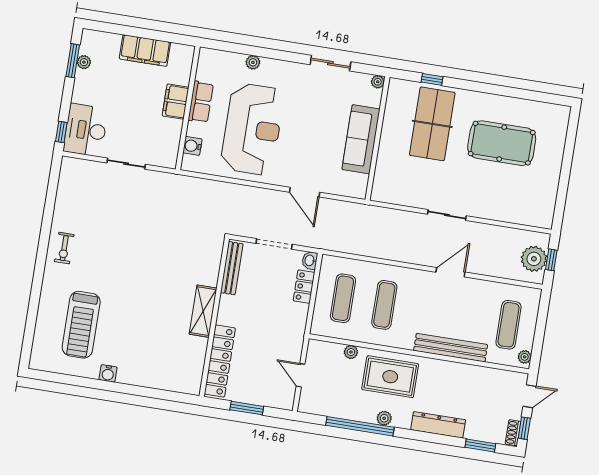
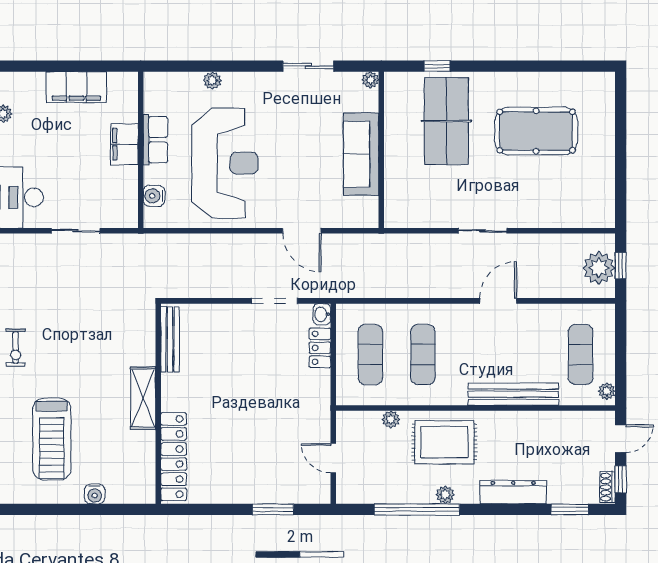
bench: (232, 268) -> (170, 339), moved
shelving: (203, 311) -> (143, 398), moved
wall: (214, 317) -> (158, 404), moved
locker: (220, 361) -> (174, 457), moved

